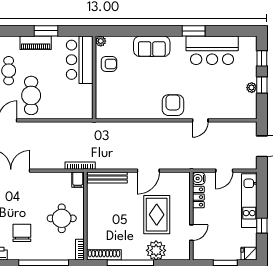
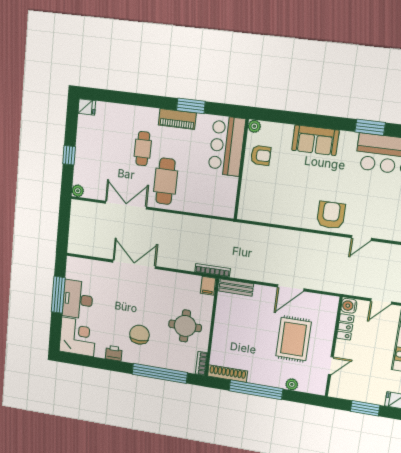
bench: (107, 178) -> (236, 288), width x0.73
plant: (156, 250) -> (292, 384), width x0.53, depth x0.53

